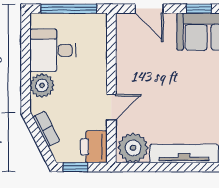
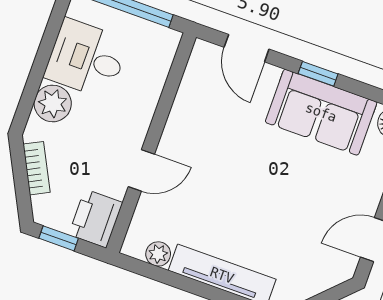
plant: (133, 148) -> (158, 254), width x0.53, depth x0.53

